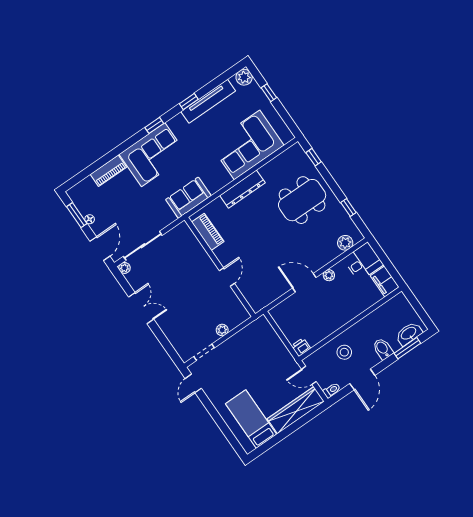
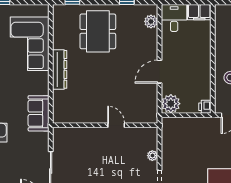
piano: (208, 232) -> (73, 116), removed
plant: (329, 275) -> (171, 104), moved, width x1.88, depth x1.88

